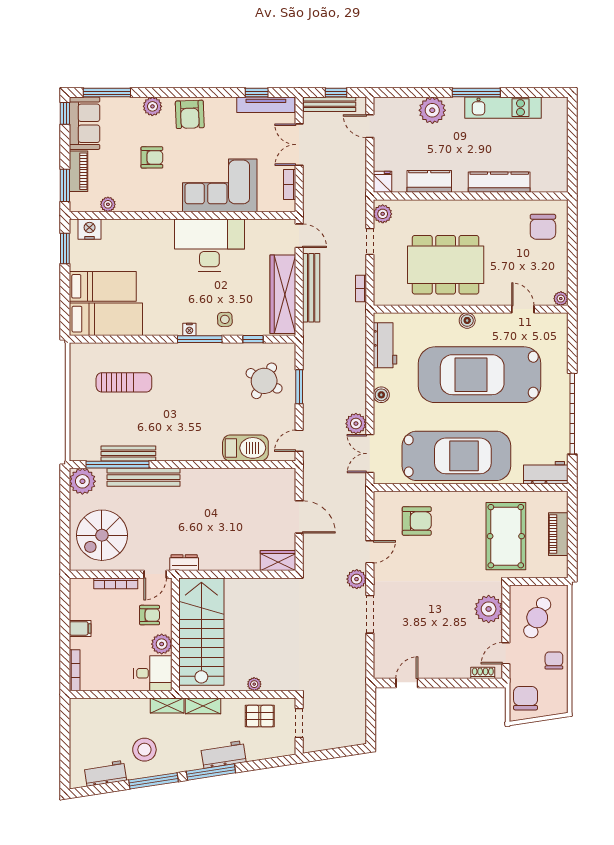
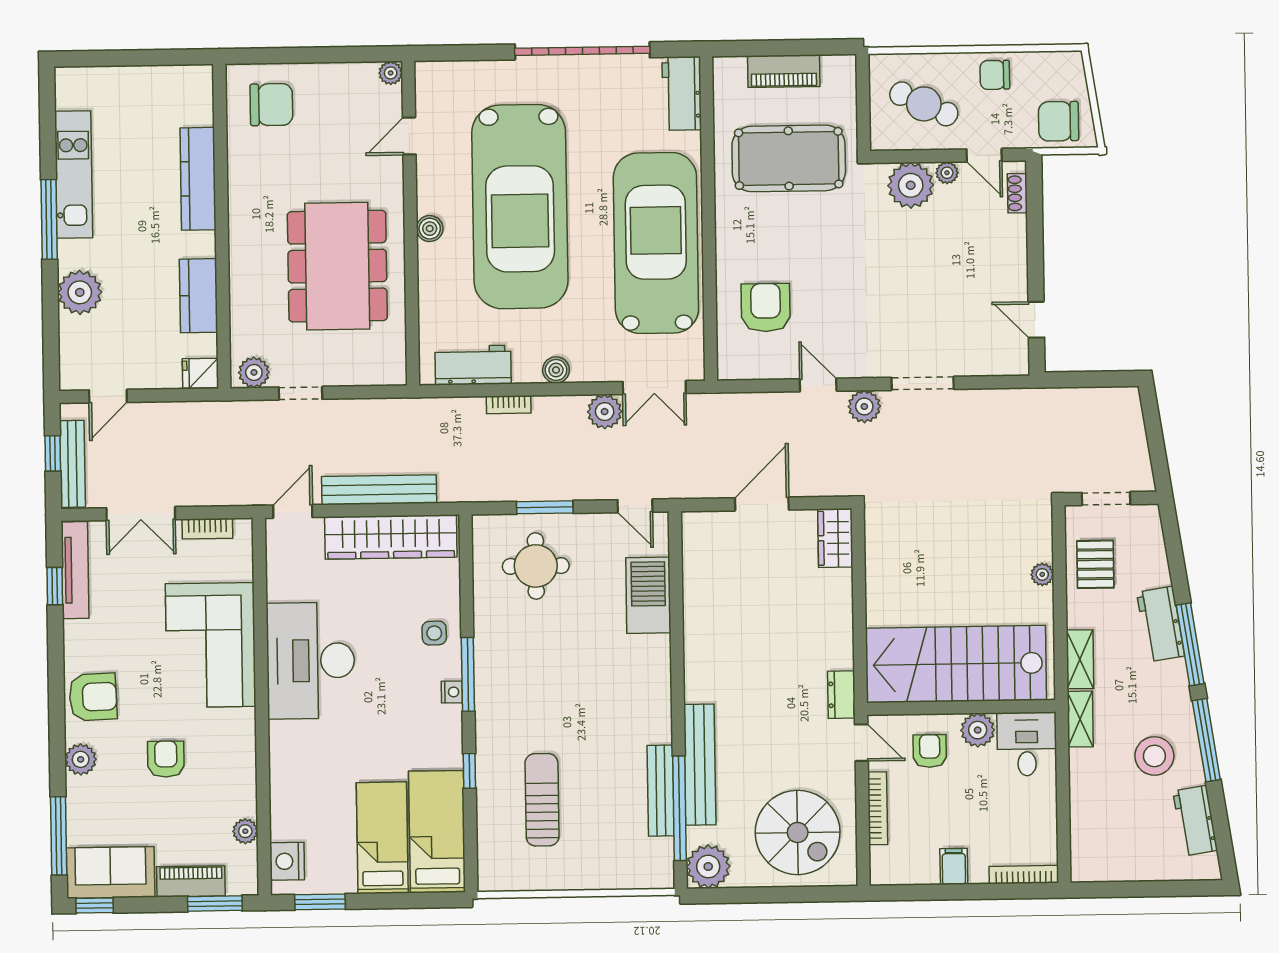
bookcase: (361, 289) -> (509, 405), moved
window: (253, 339) -> (469, 771), moved
round table: (264, 381) -> (536, 566), turned -30
plant: (496, 631) -> (947, 173), added

